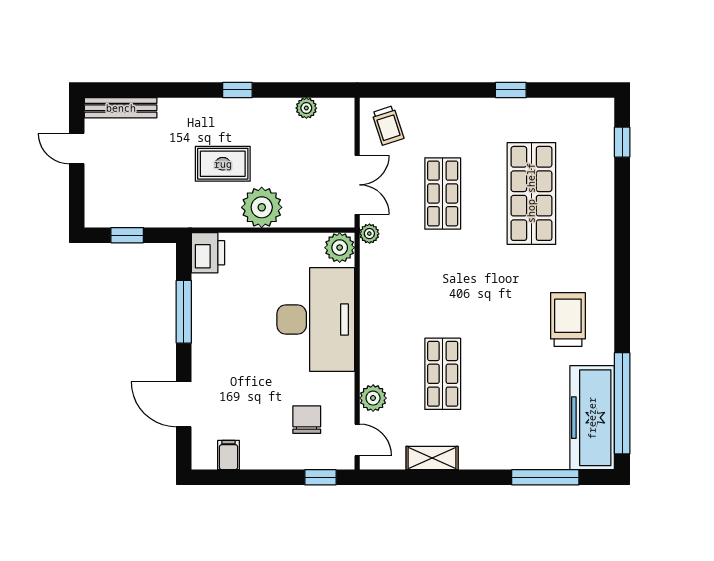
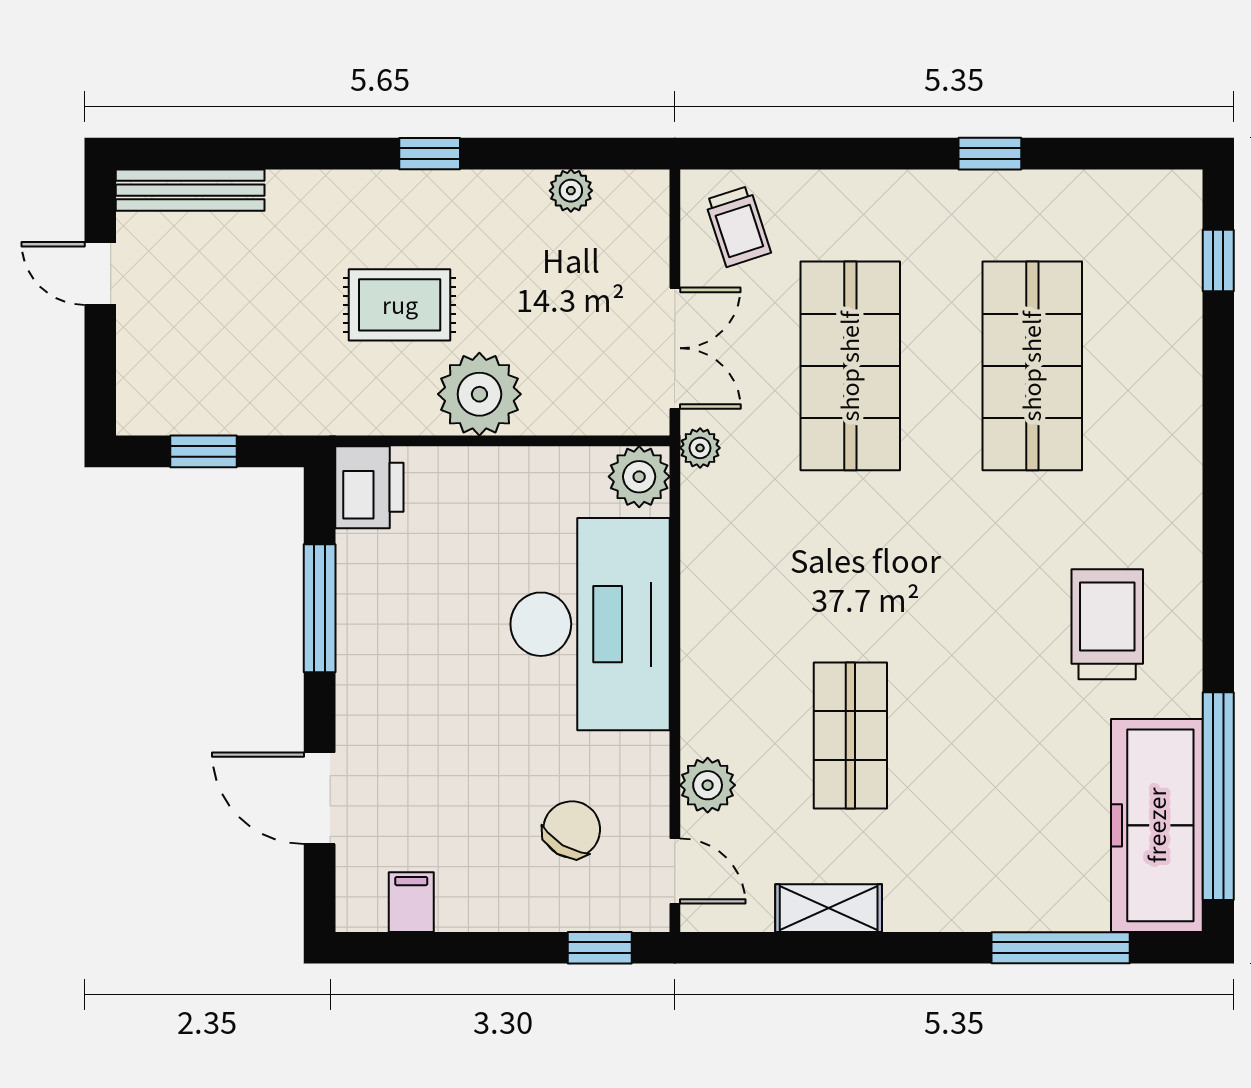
shop shelf: (443, 193) -> (850, 366), width x1.43, depth x1.36
chair: (307, 420) -> (572, 829), turned 31

